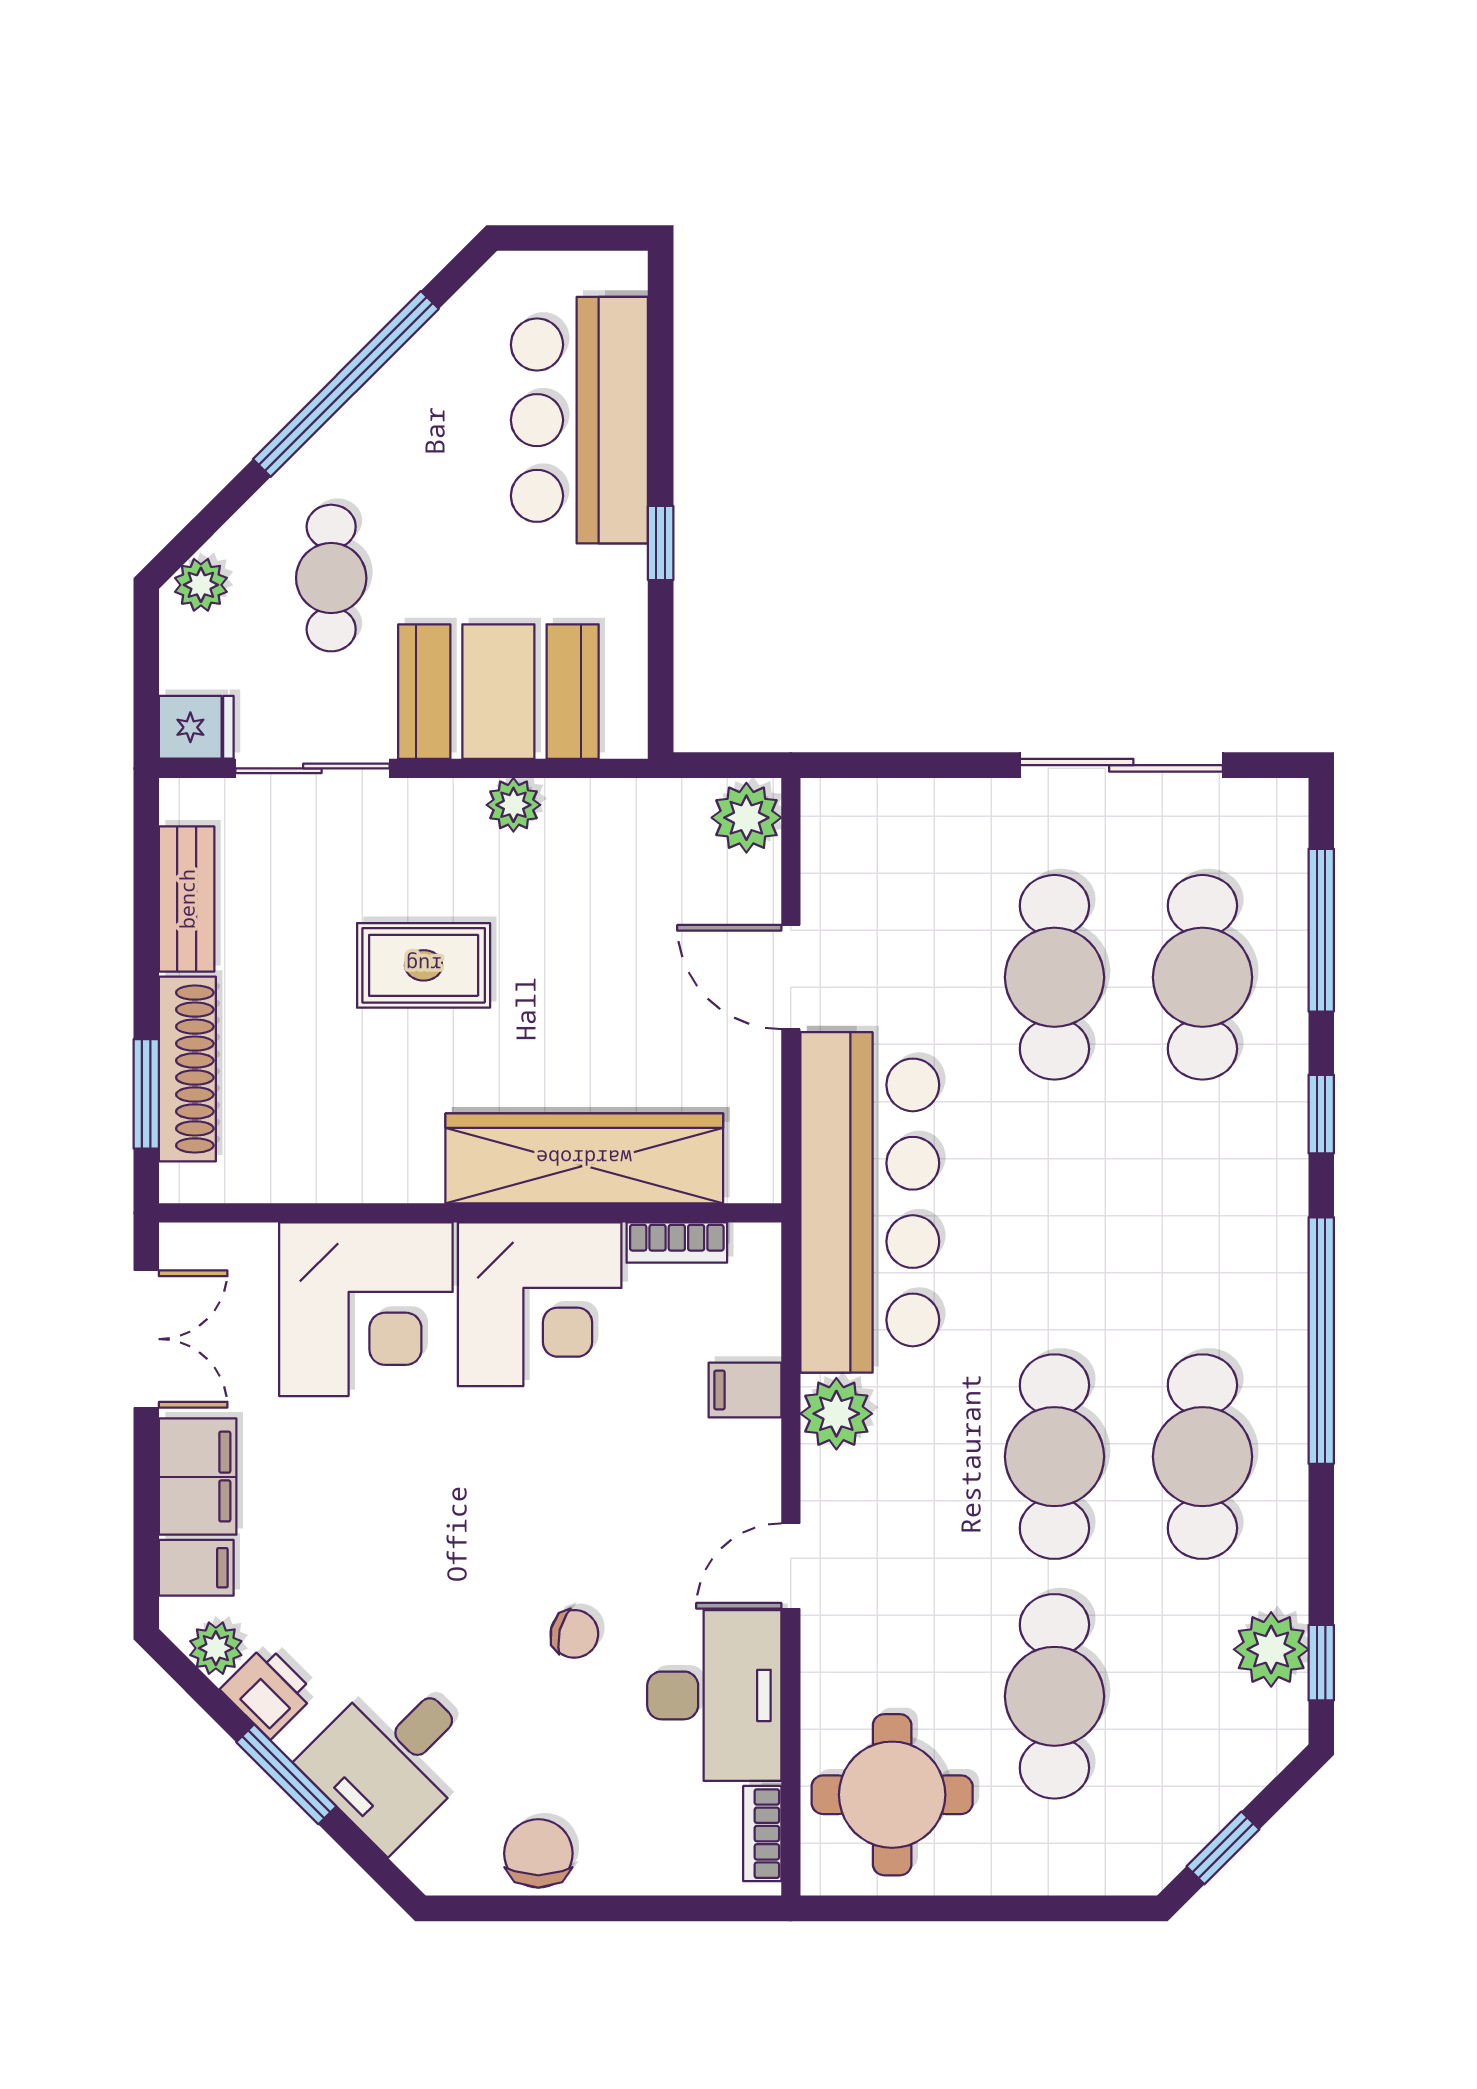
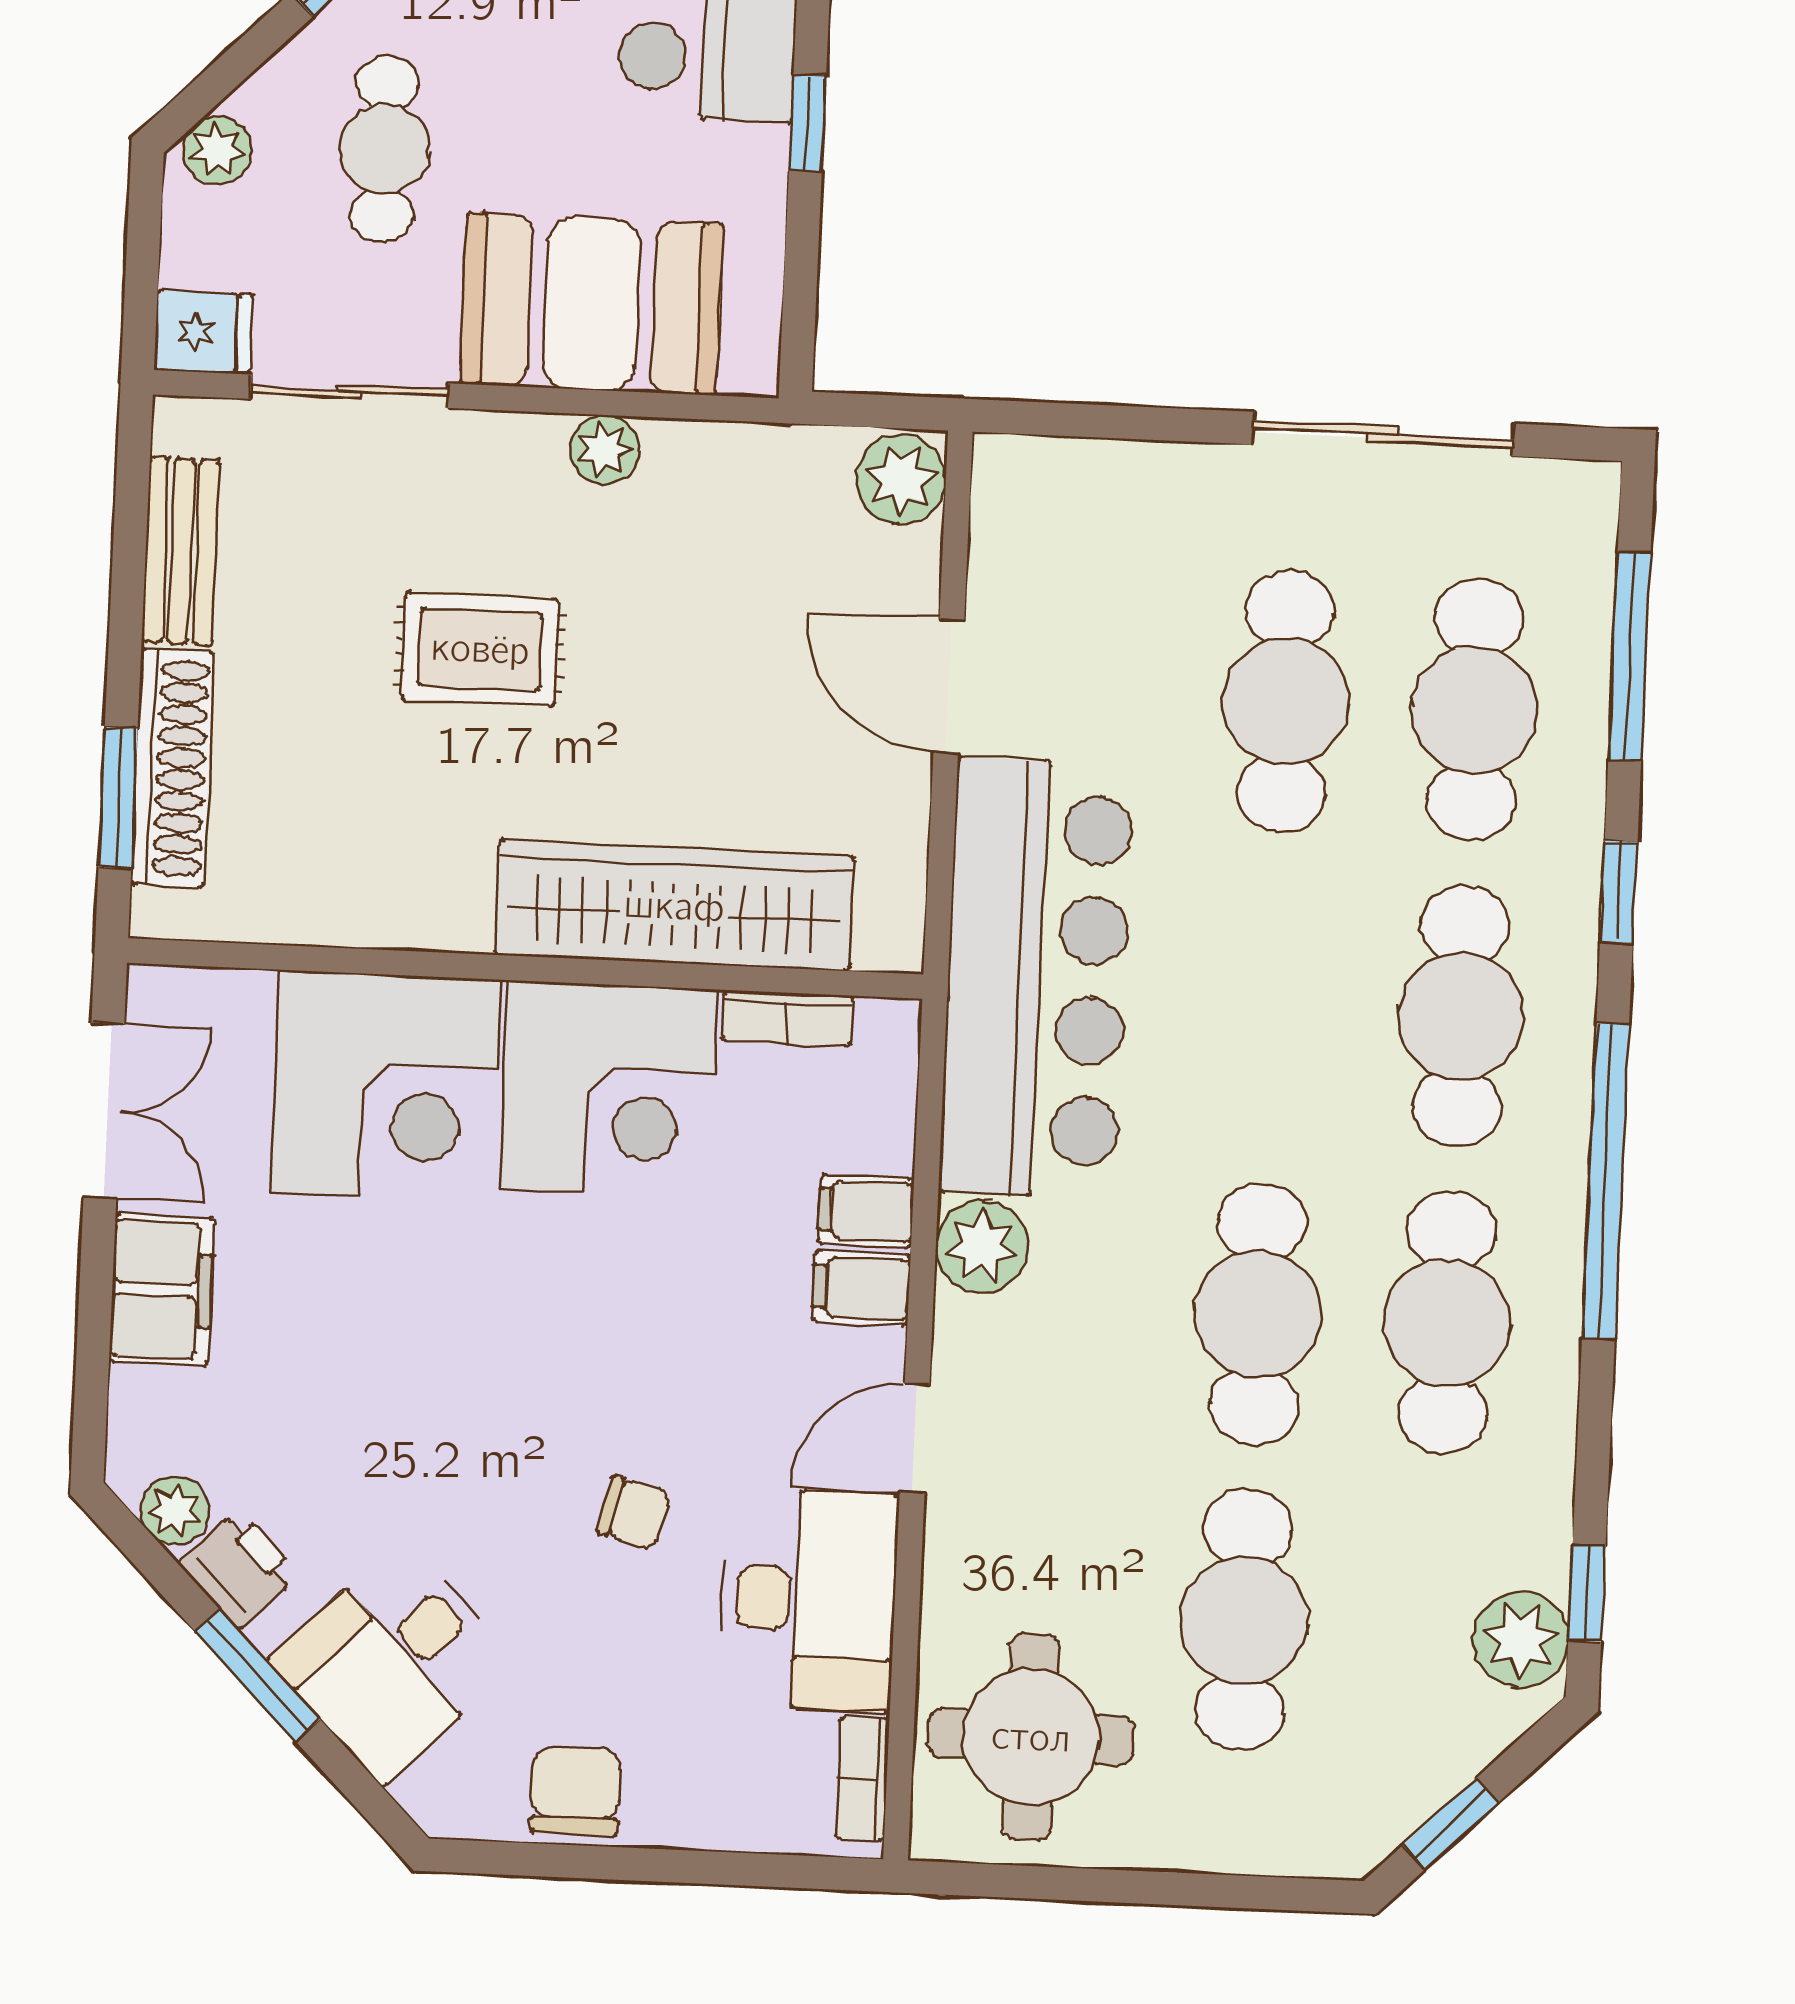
cafe table: (1202, 1217) -> (1461, 1016), added
filing cabinet: (196, 1568) -> (861, 1288), moved, turned 180
plant: (1271, 1649) -> (1521, 1639), moved

